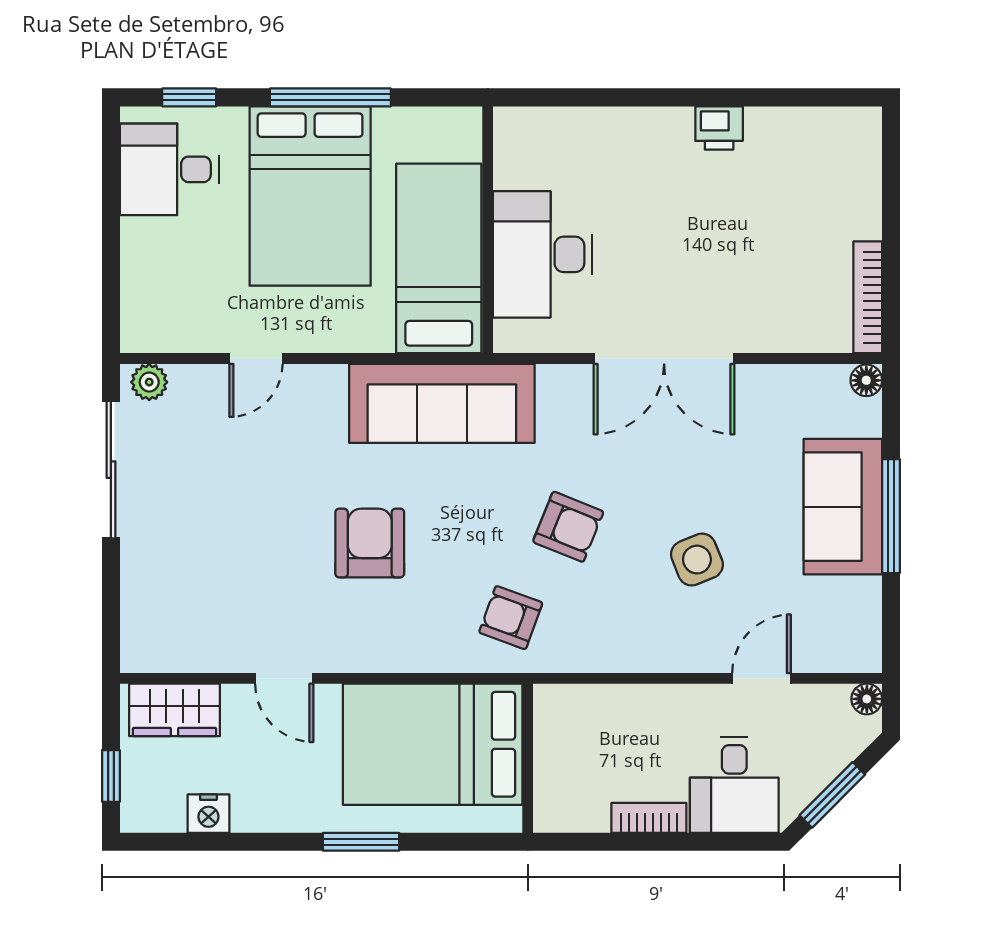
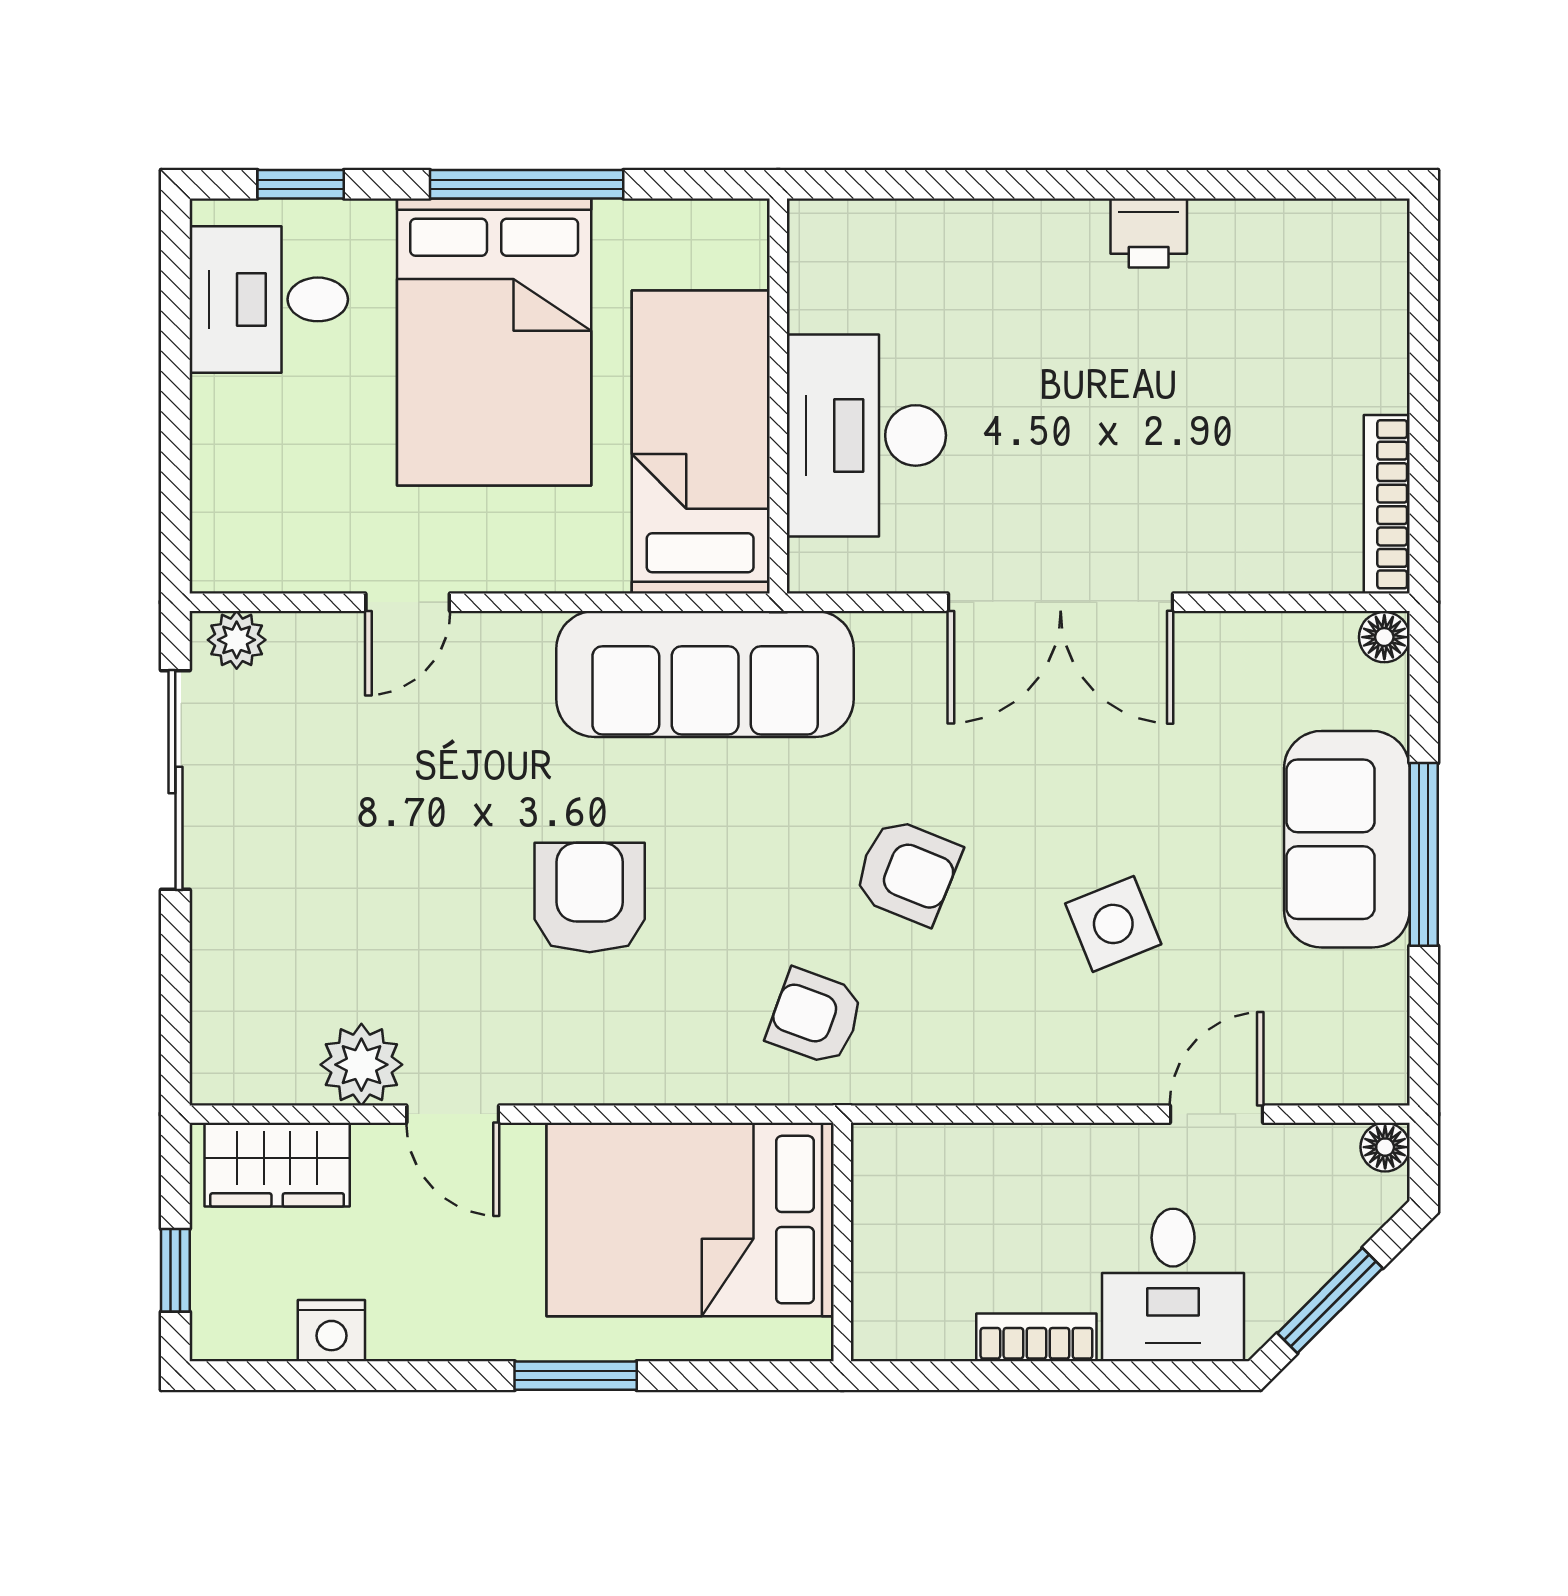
plant: (227, 647) -> (361, 1065), added

